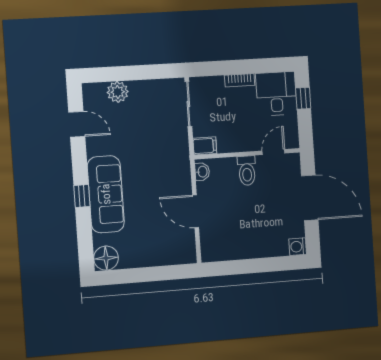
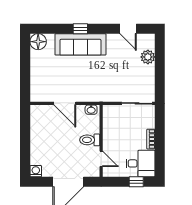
door: (77, 124) -> (128, 29), hinge flipped
filing cabinet: (205, 146) -> (108, 113), removed
door: (196, 211) -> (65, 103), swing flipped

